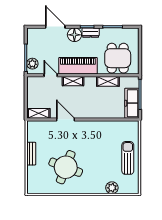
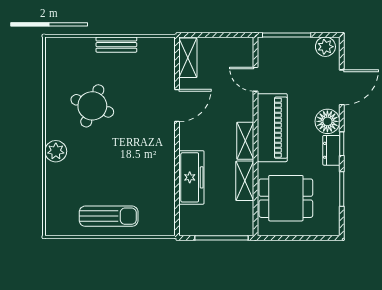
plant: (32, 64) -> (325, 47), moved
door: (51, 75) -> (256, 79), swing flipped
shelving: (73, 81) -> (245, 141), moved
freezer: (132, 103) -> (191, 177), moved, turned 90
round table: (66, 167) -> (92, 106), width x0.73, depth x0.73
plant: (112, 188) -> (56, 151), moved

